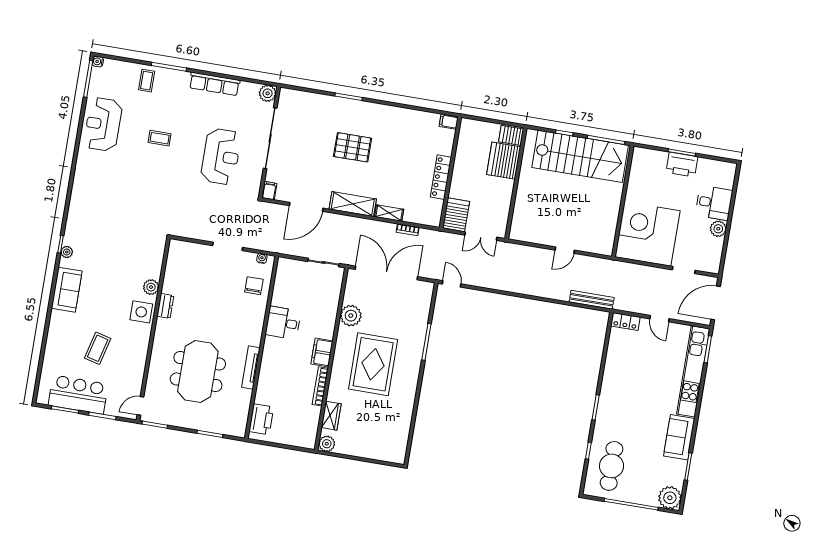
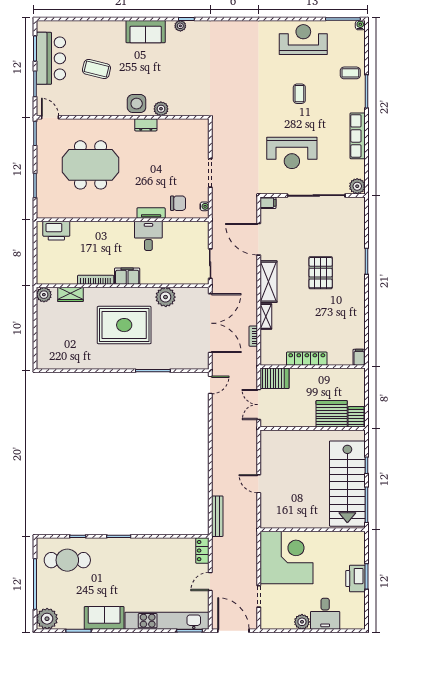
tv unit: (251, 368) -> (151, 213), moved, width x0.71

